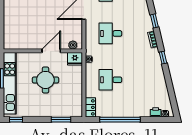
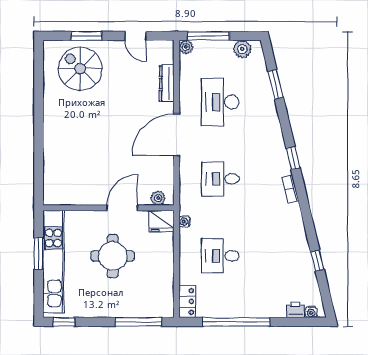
window: (163, 58) -> (317, 261), moved
window: (61, 120) -> (138, 322), width x1.44

